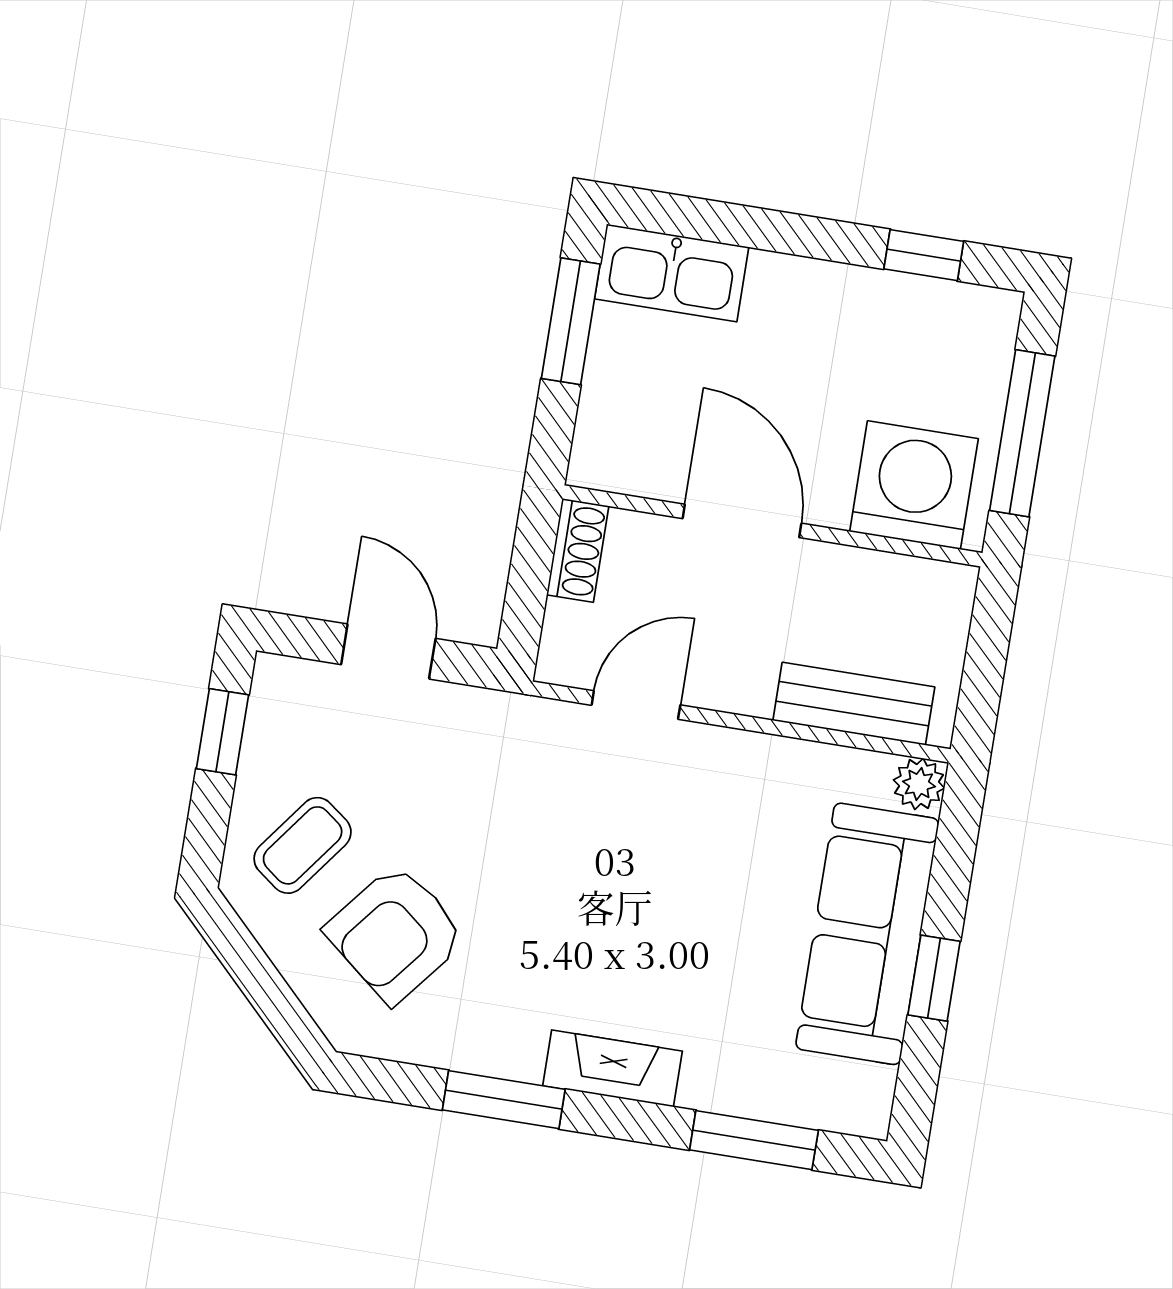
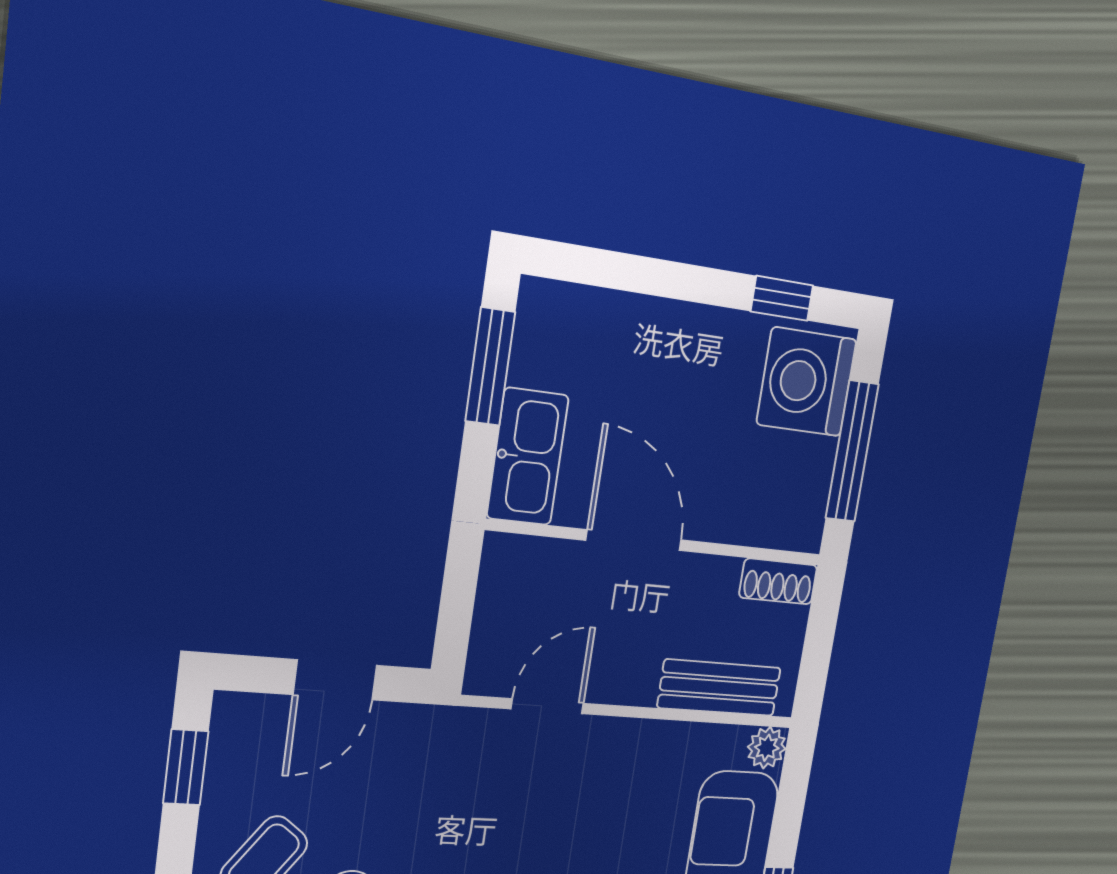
kitchen sink: (672, 273) -> (528, 457), moved, turned -90
washing machine: (914, 485) -> (807, 382), moved, turned -90
shoe rack: (578, 550) -> (778, 581), moved, turned 90
door: (388, 652) -> (335, 680), swing flipped

